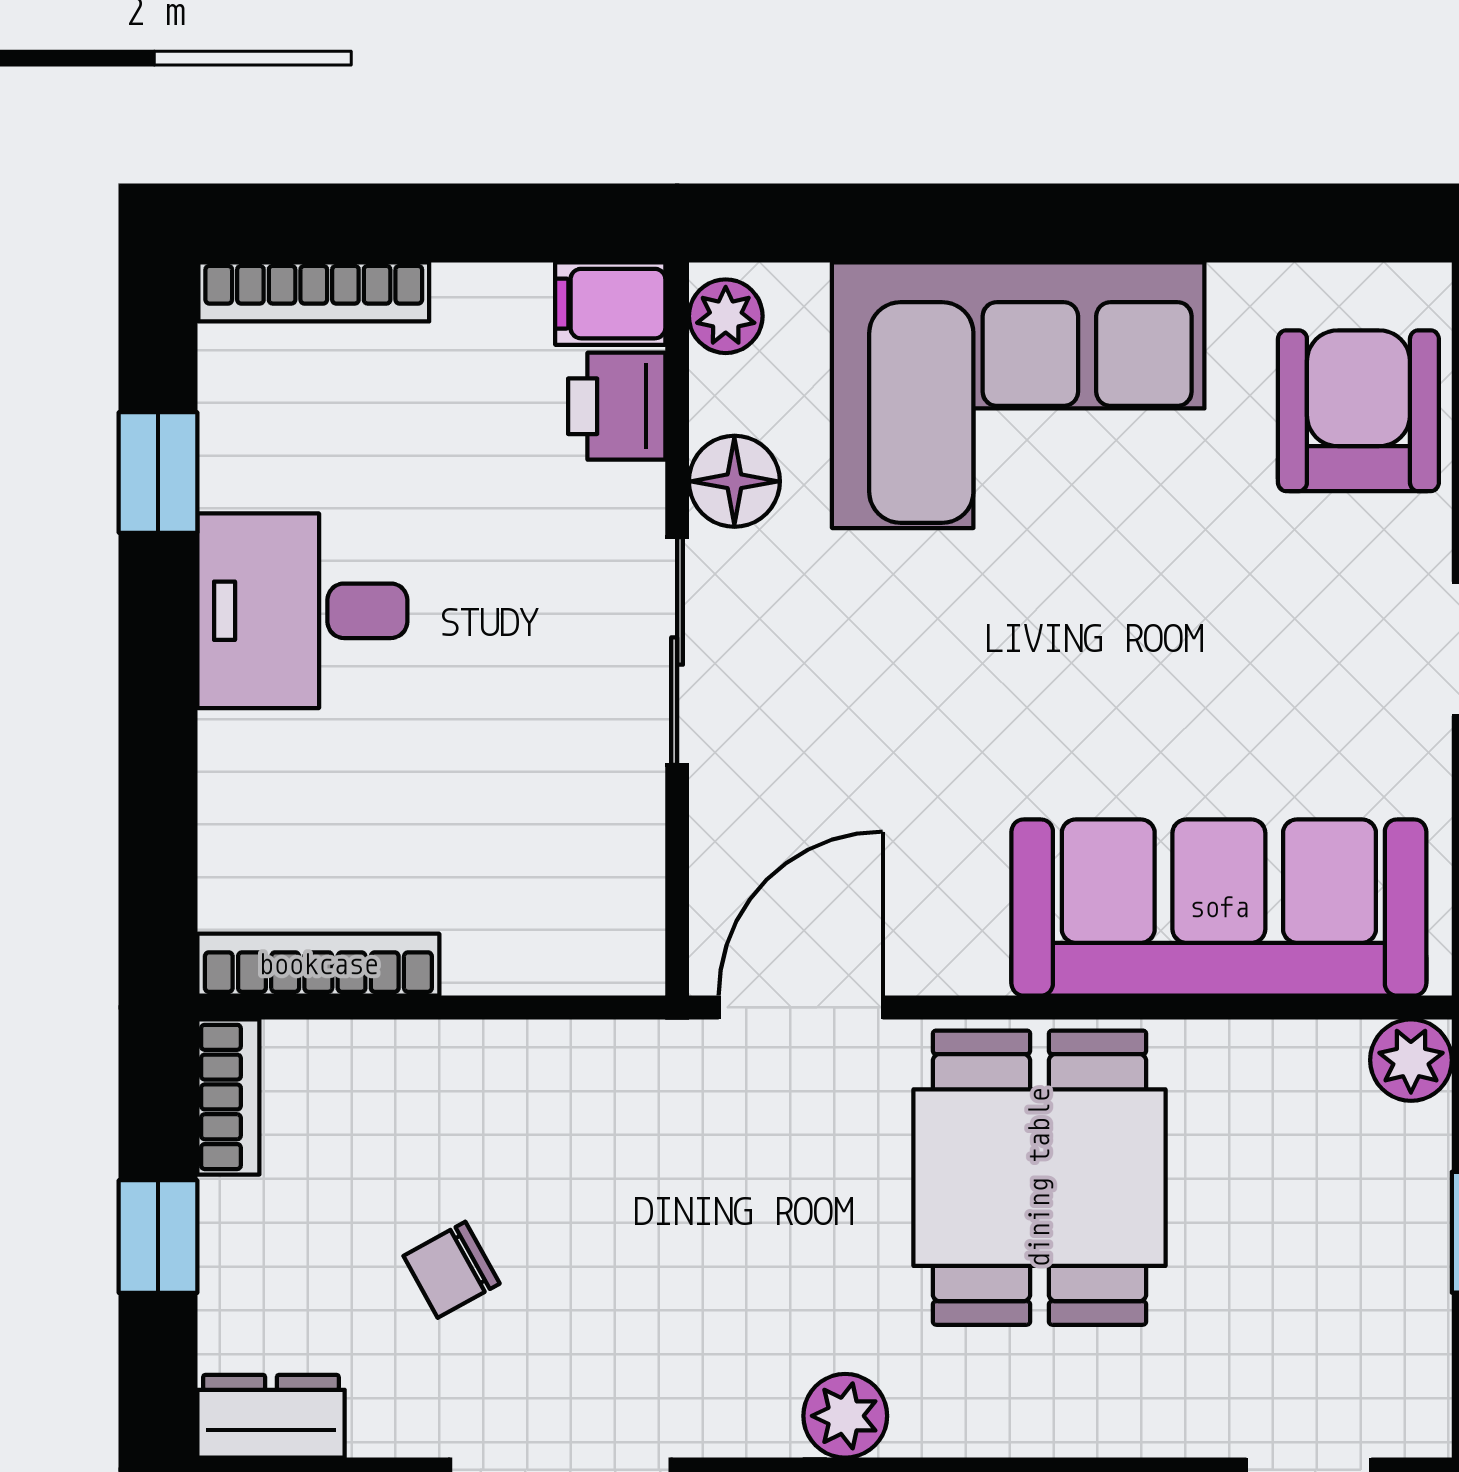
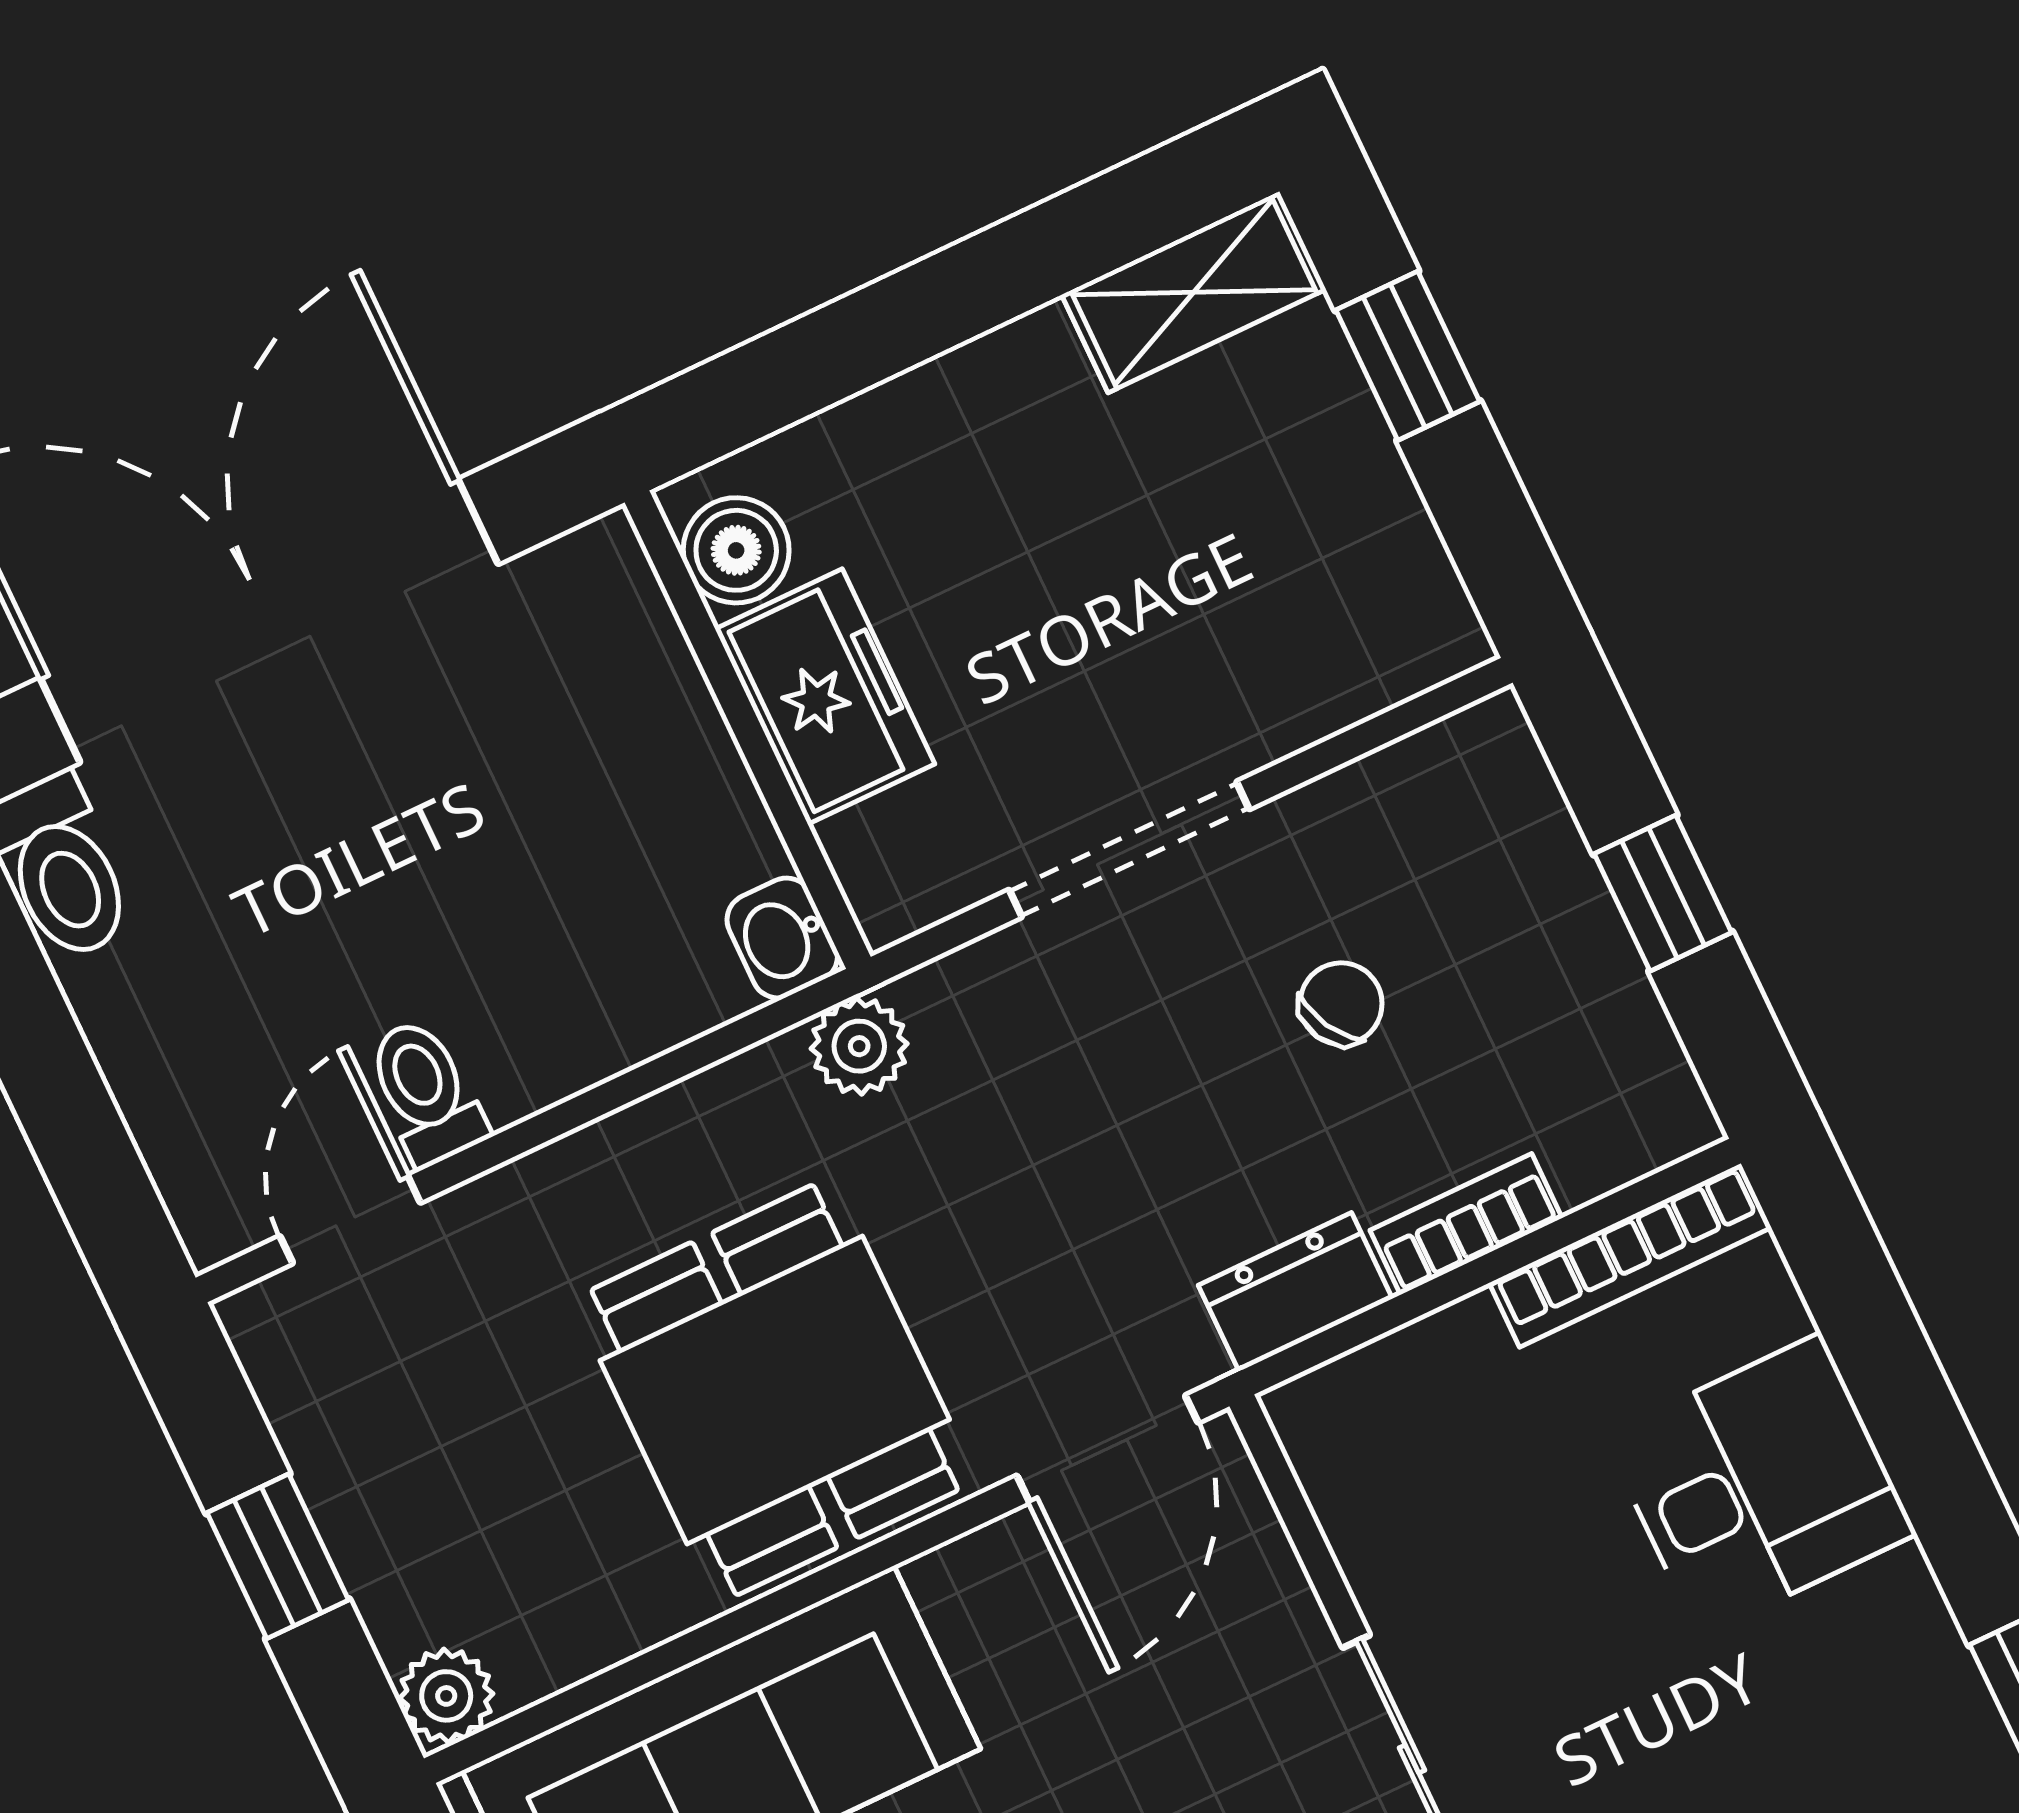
desk: (302, 611) -> (1760, 1485), moved
bookcase: (228, 1097) -> (1466, 1224), moved, turned 90
dresser: (271, 1416) -> (1295, 1292), moved, turned 180

